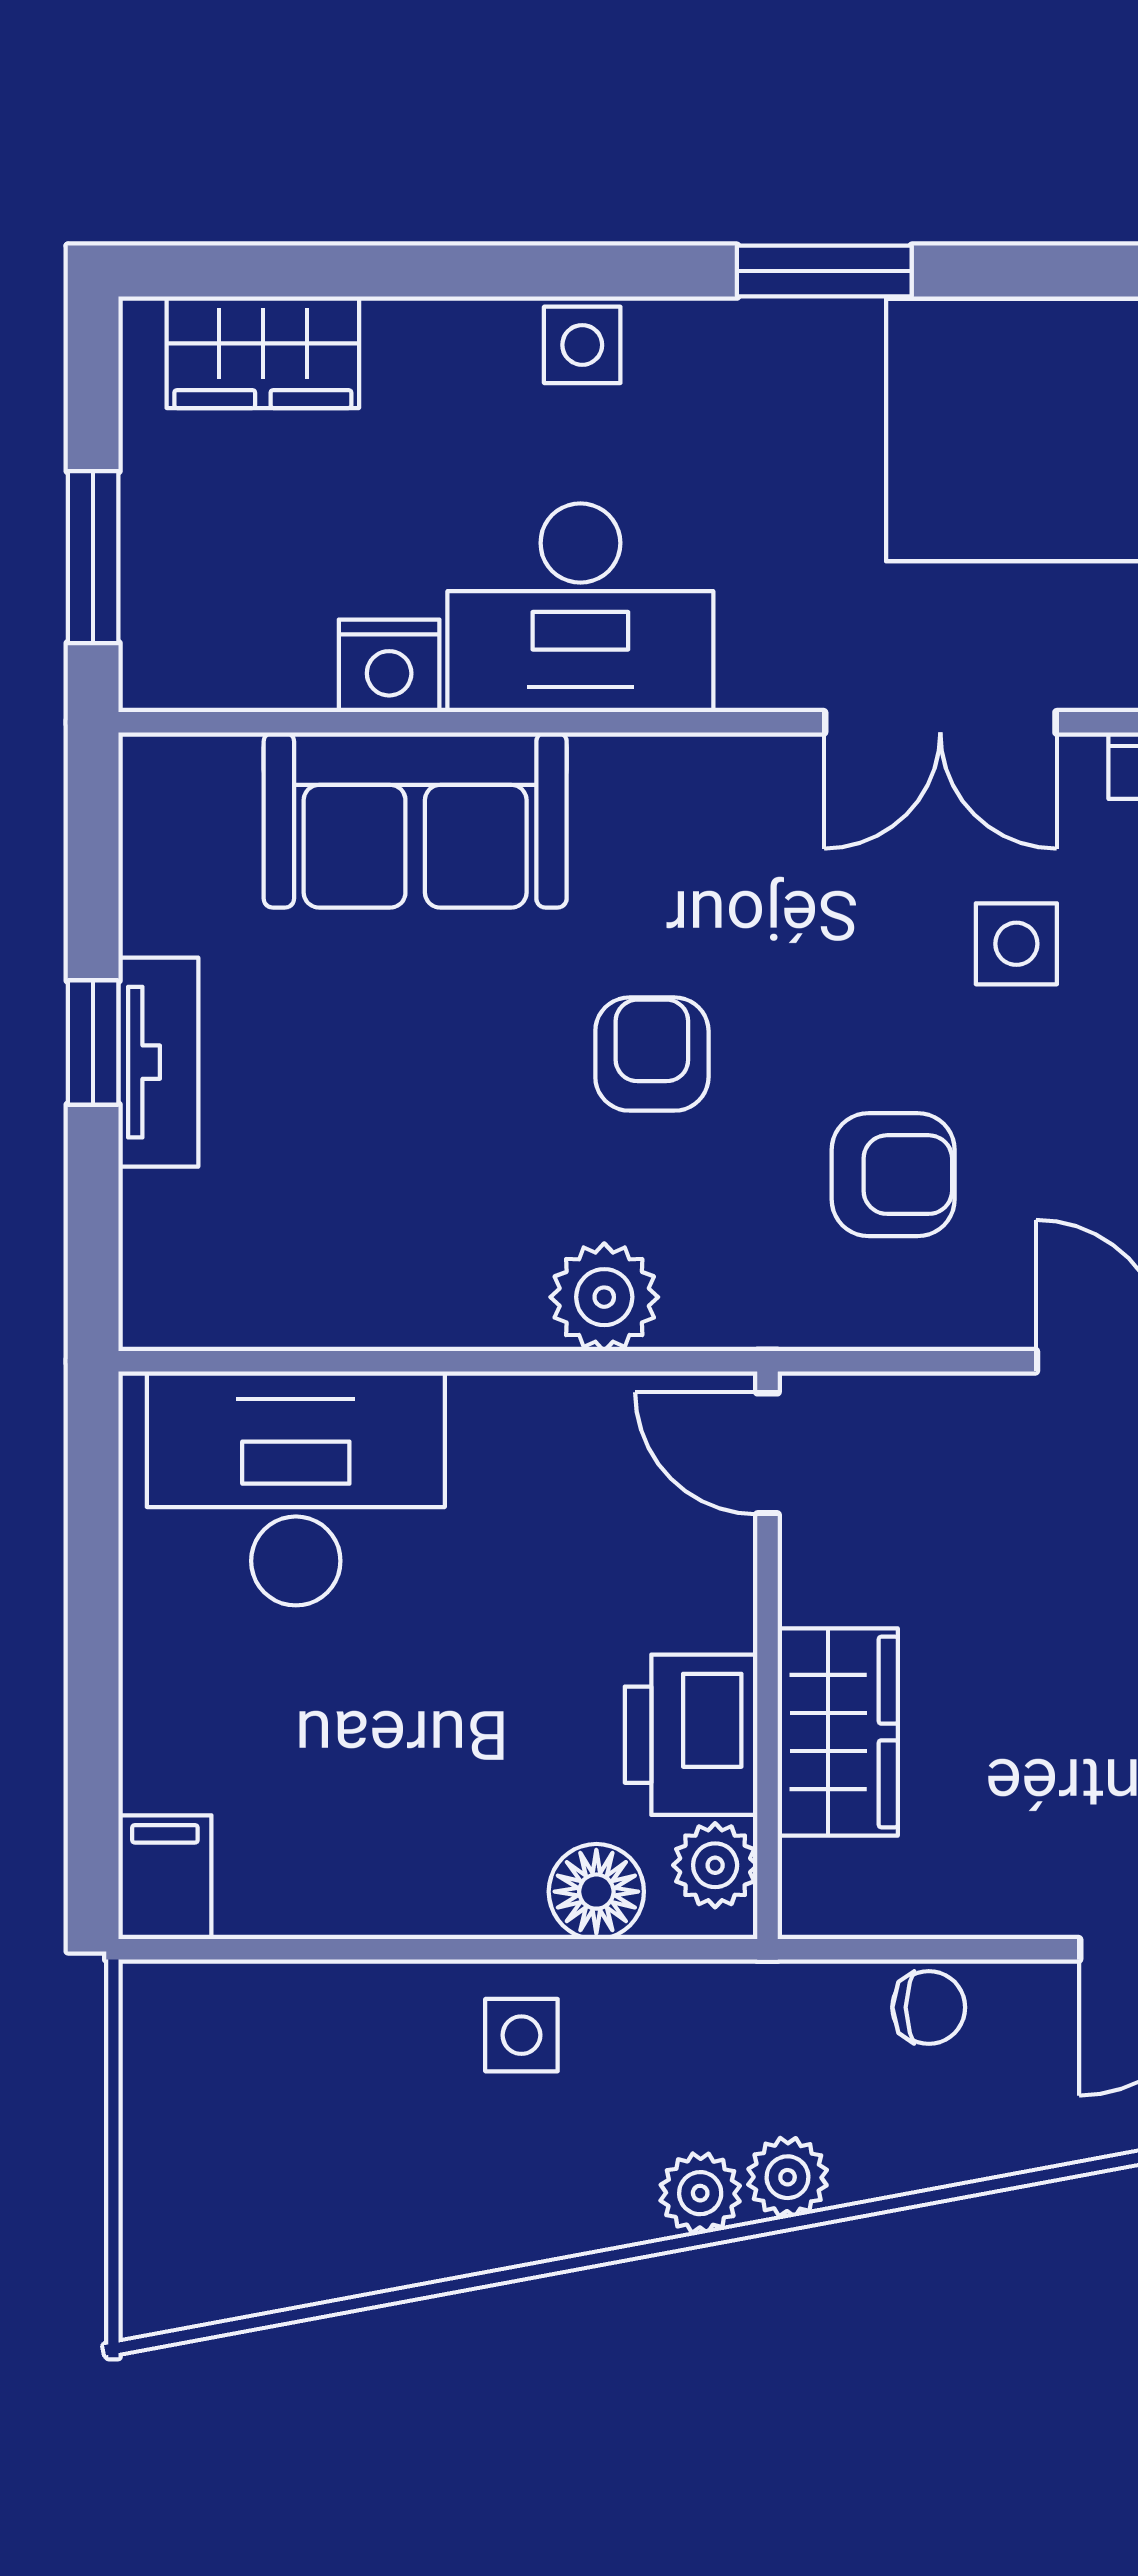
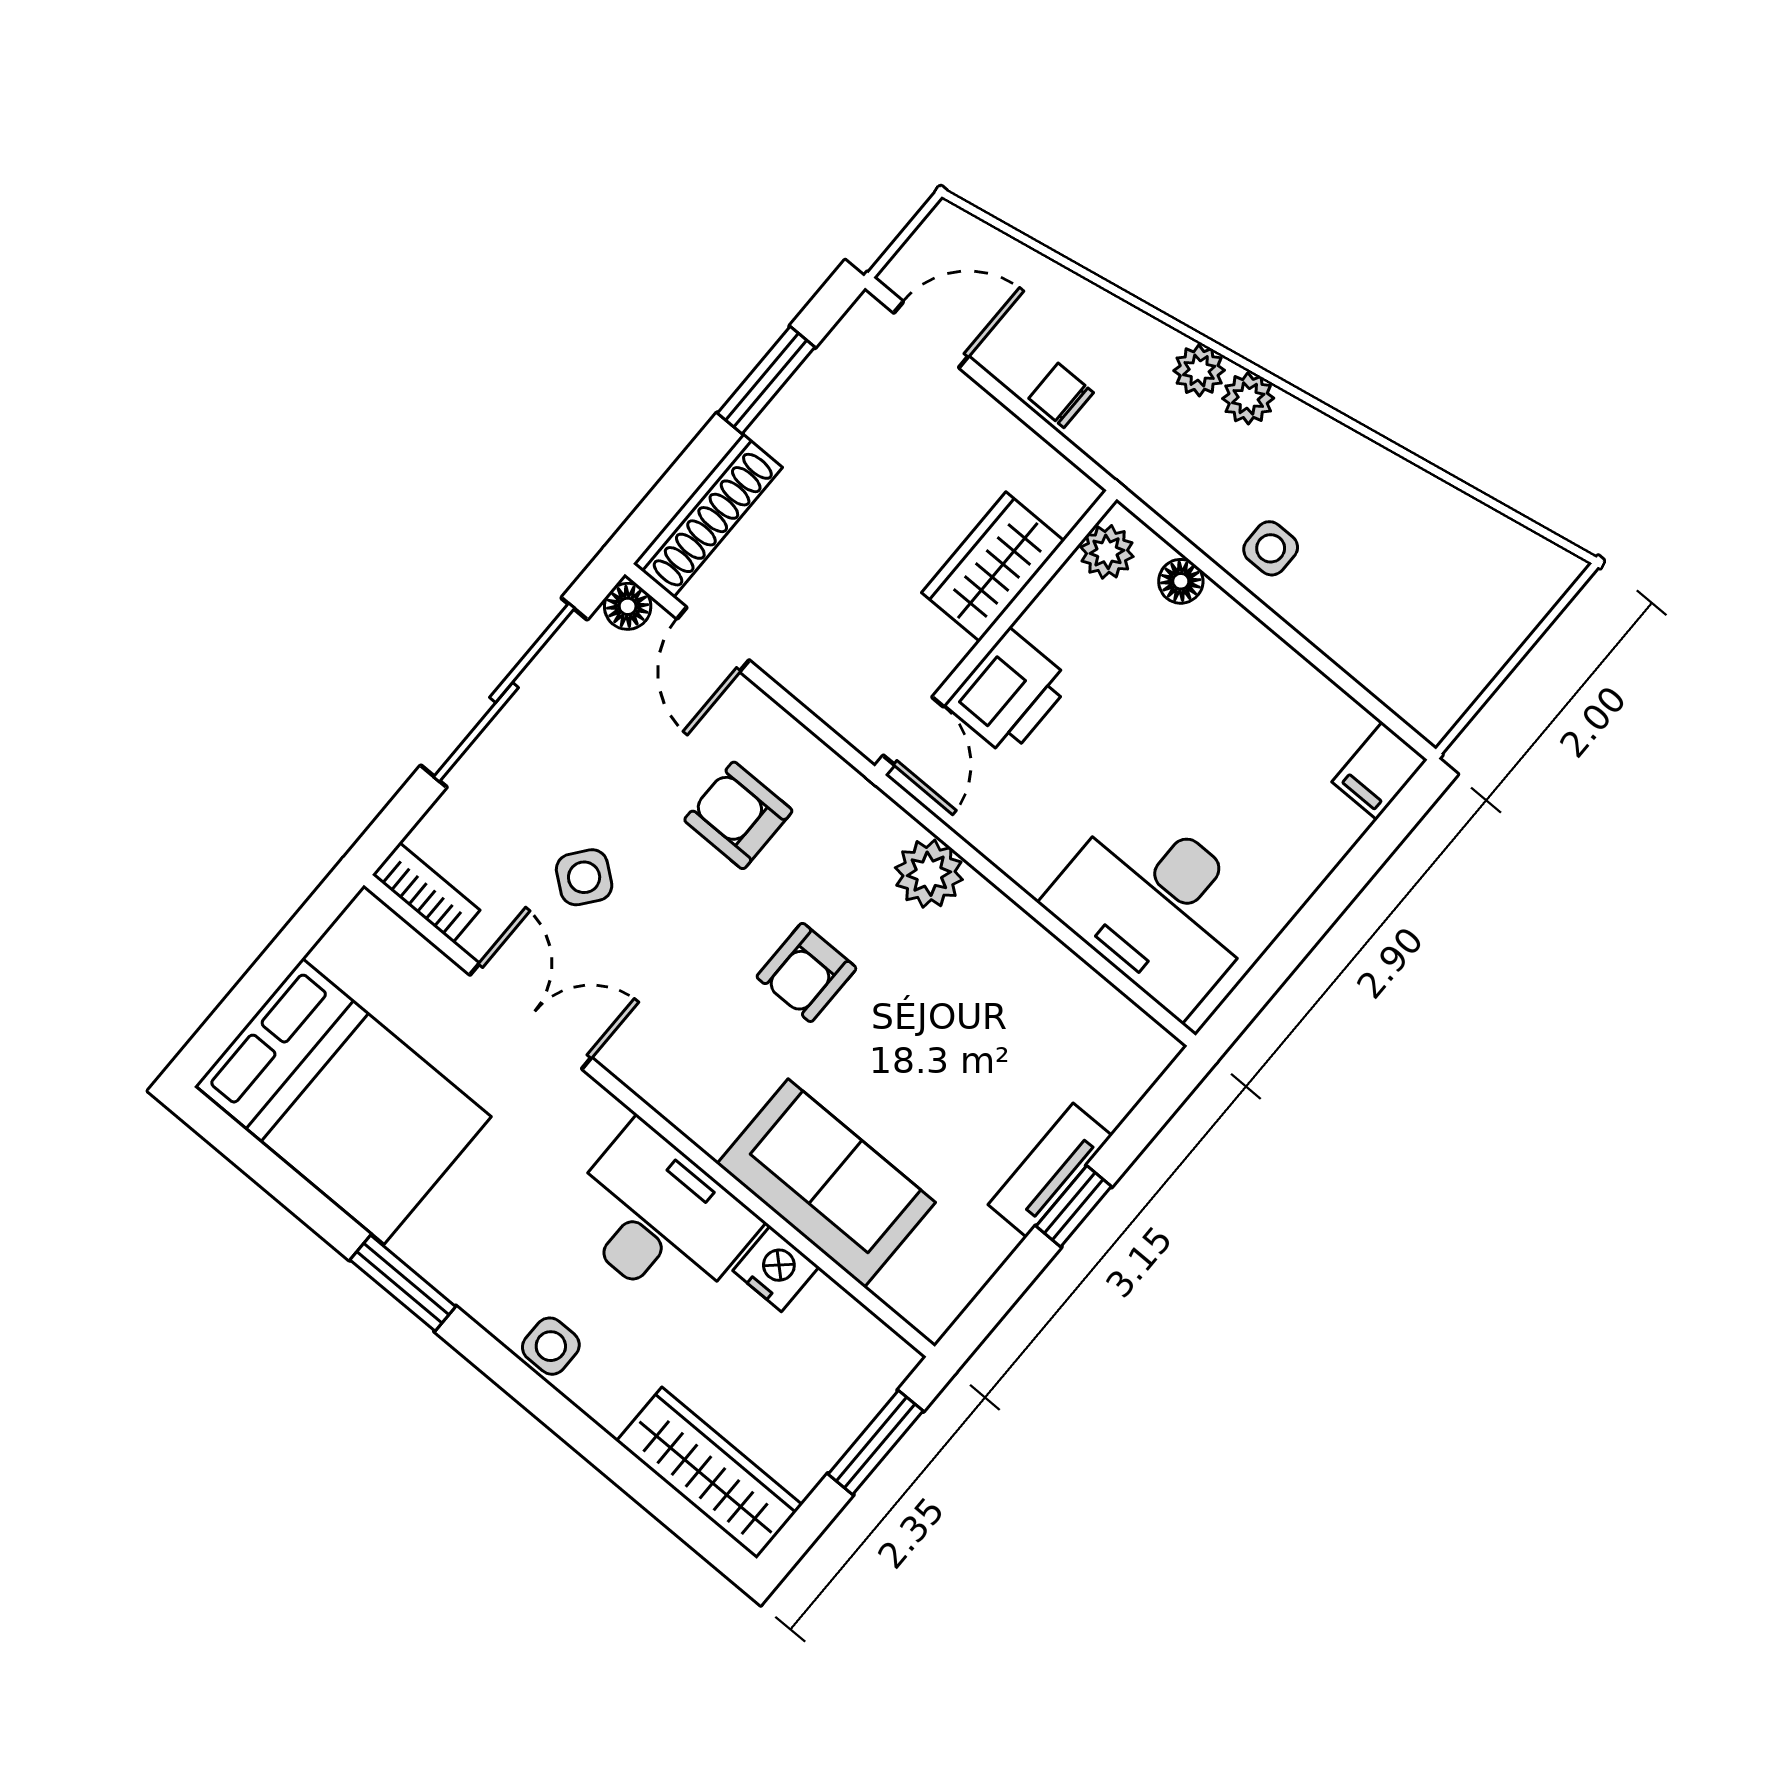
wardrobe: (263, 352) -> (709, 1473), width x1.50
side table: (1016, 944) -> (584, 877), turned 38
printer: (691, 1735) -> (1009, 693), moved
floor lamp: (596, 1892) -> (1181, 581), width x0.73, depth x0.73

